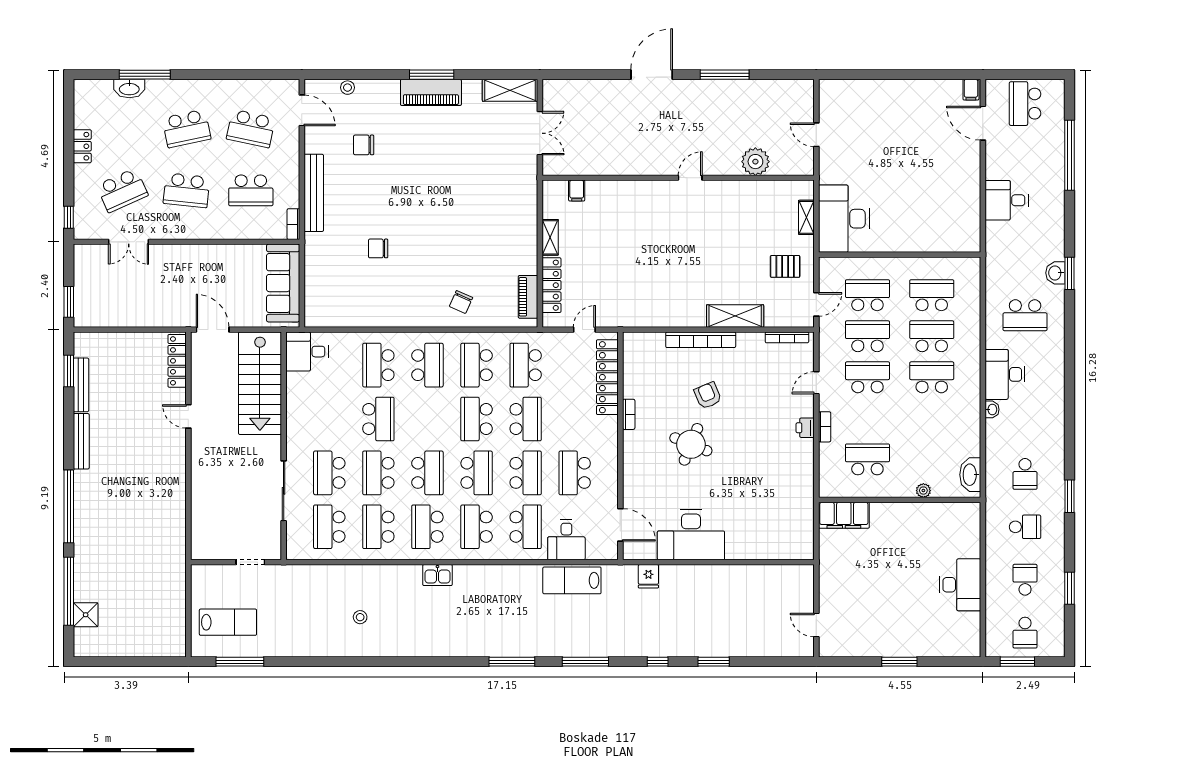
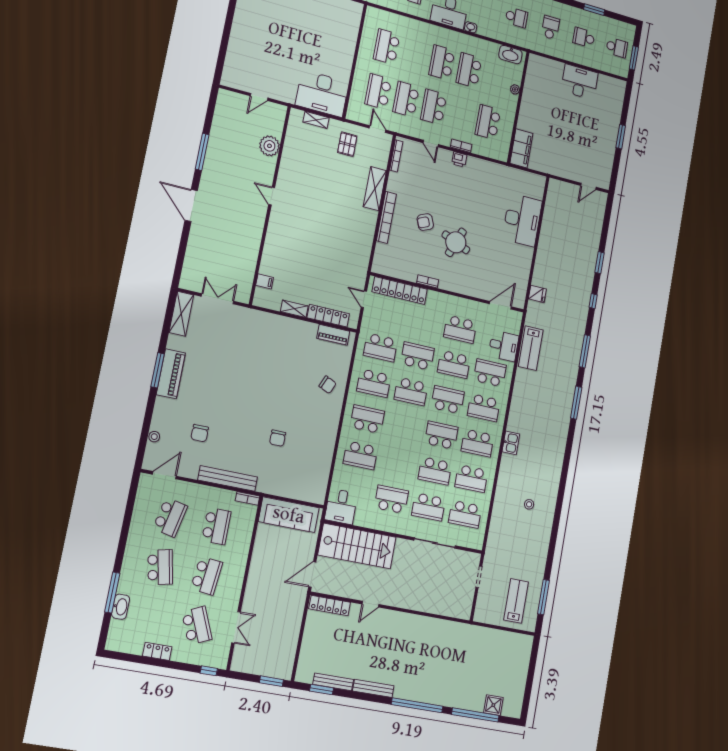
school desk: (932, 336) -> (469, 70), moved
school desk: (378, 419) -> (391, 499), moved
school desk: (526, 473) -> (454, 364), turned 180
desk: (691, 535) -> (522, 220), moved

